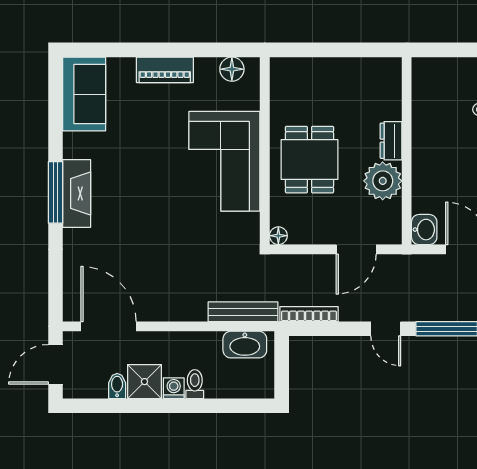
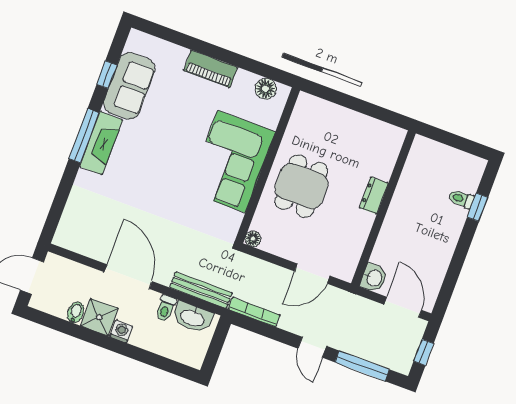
sofa: (84, 94) -> (129, 86), moved
window: (56, 118) -> (107, 75), added
plant: (383, 181) -> (355, 226), removed
door: (109, 326) -> (128, 277), moved
toilet: (195, 384) -> (165, 308), moved, turned 180

